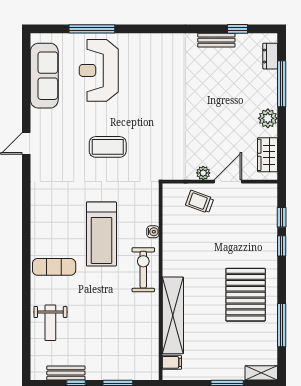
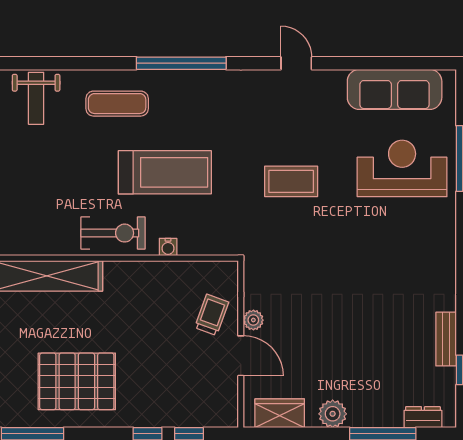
coffee table: (108, 147) -> (291, 181), turned 90
window: (26, 223) -> (181, 63), added
treadmill: (101, 234) -> (165, 172), turned 180
exercise mat: (54, 267) -> (117, 104), turned 90
weight bench: (50, 323) -> (36, 98), turned -90

